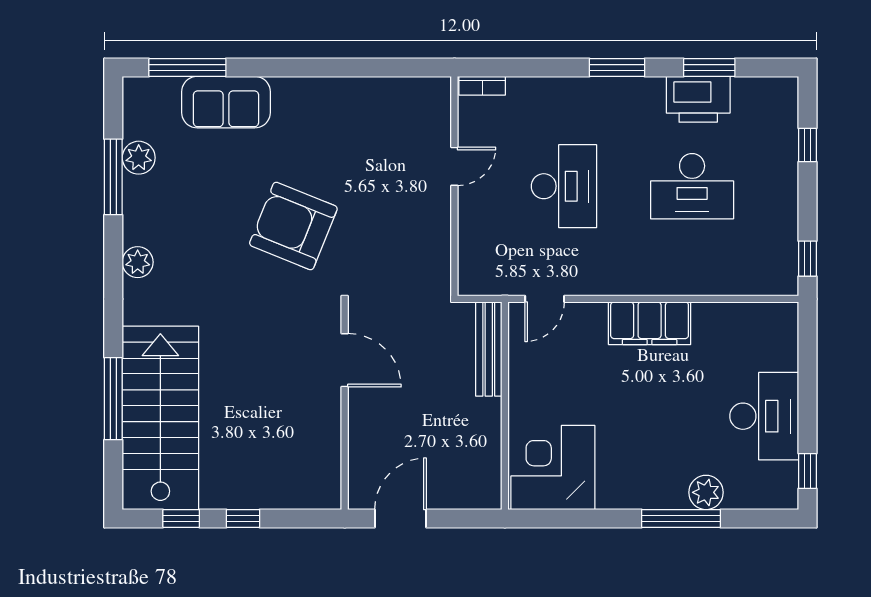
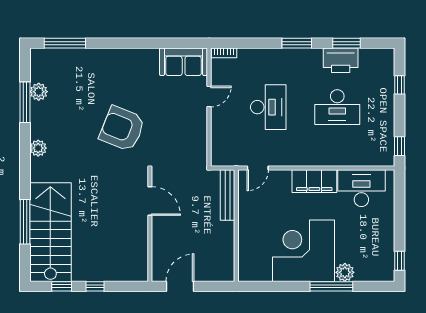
sofa: (226, 102) -> (184, 62), moved
desk: (764, 416) -> (361, 188), moved, turned -90
corner desk: (553, 468) -> (303, 251), moved, width x1.36, depth x1.36

